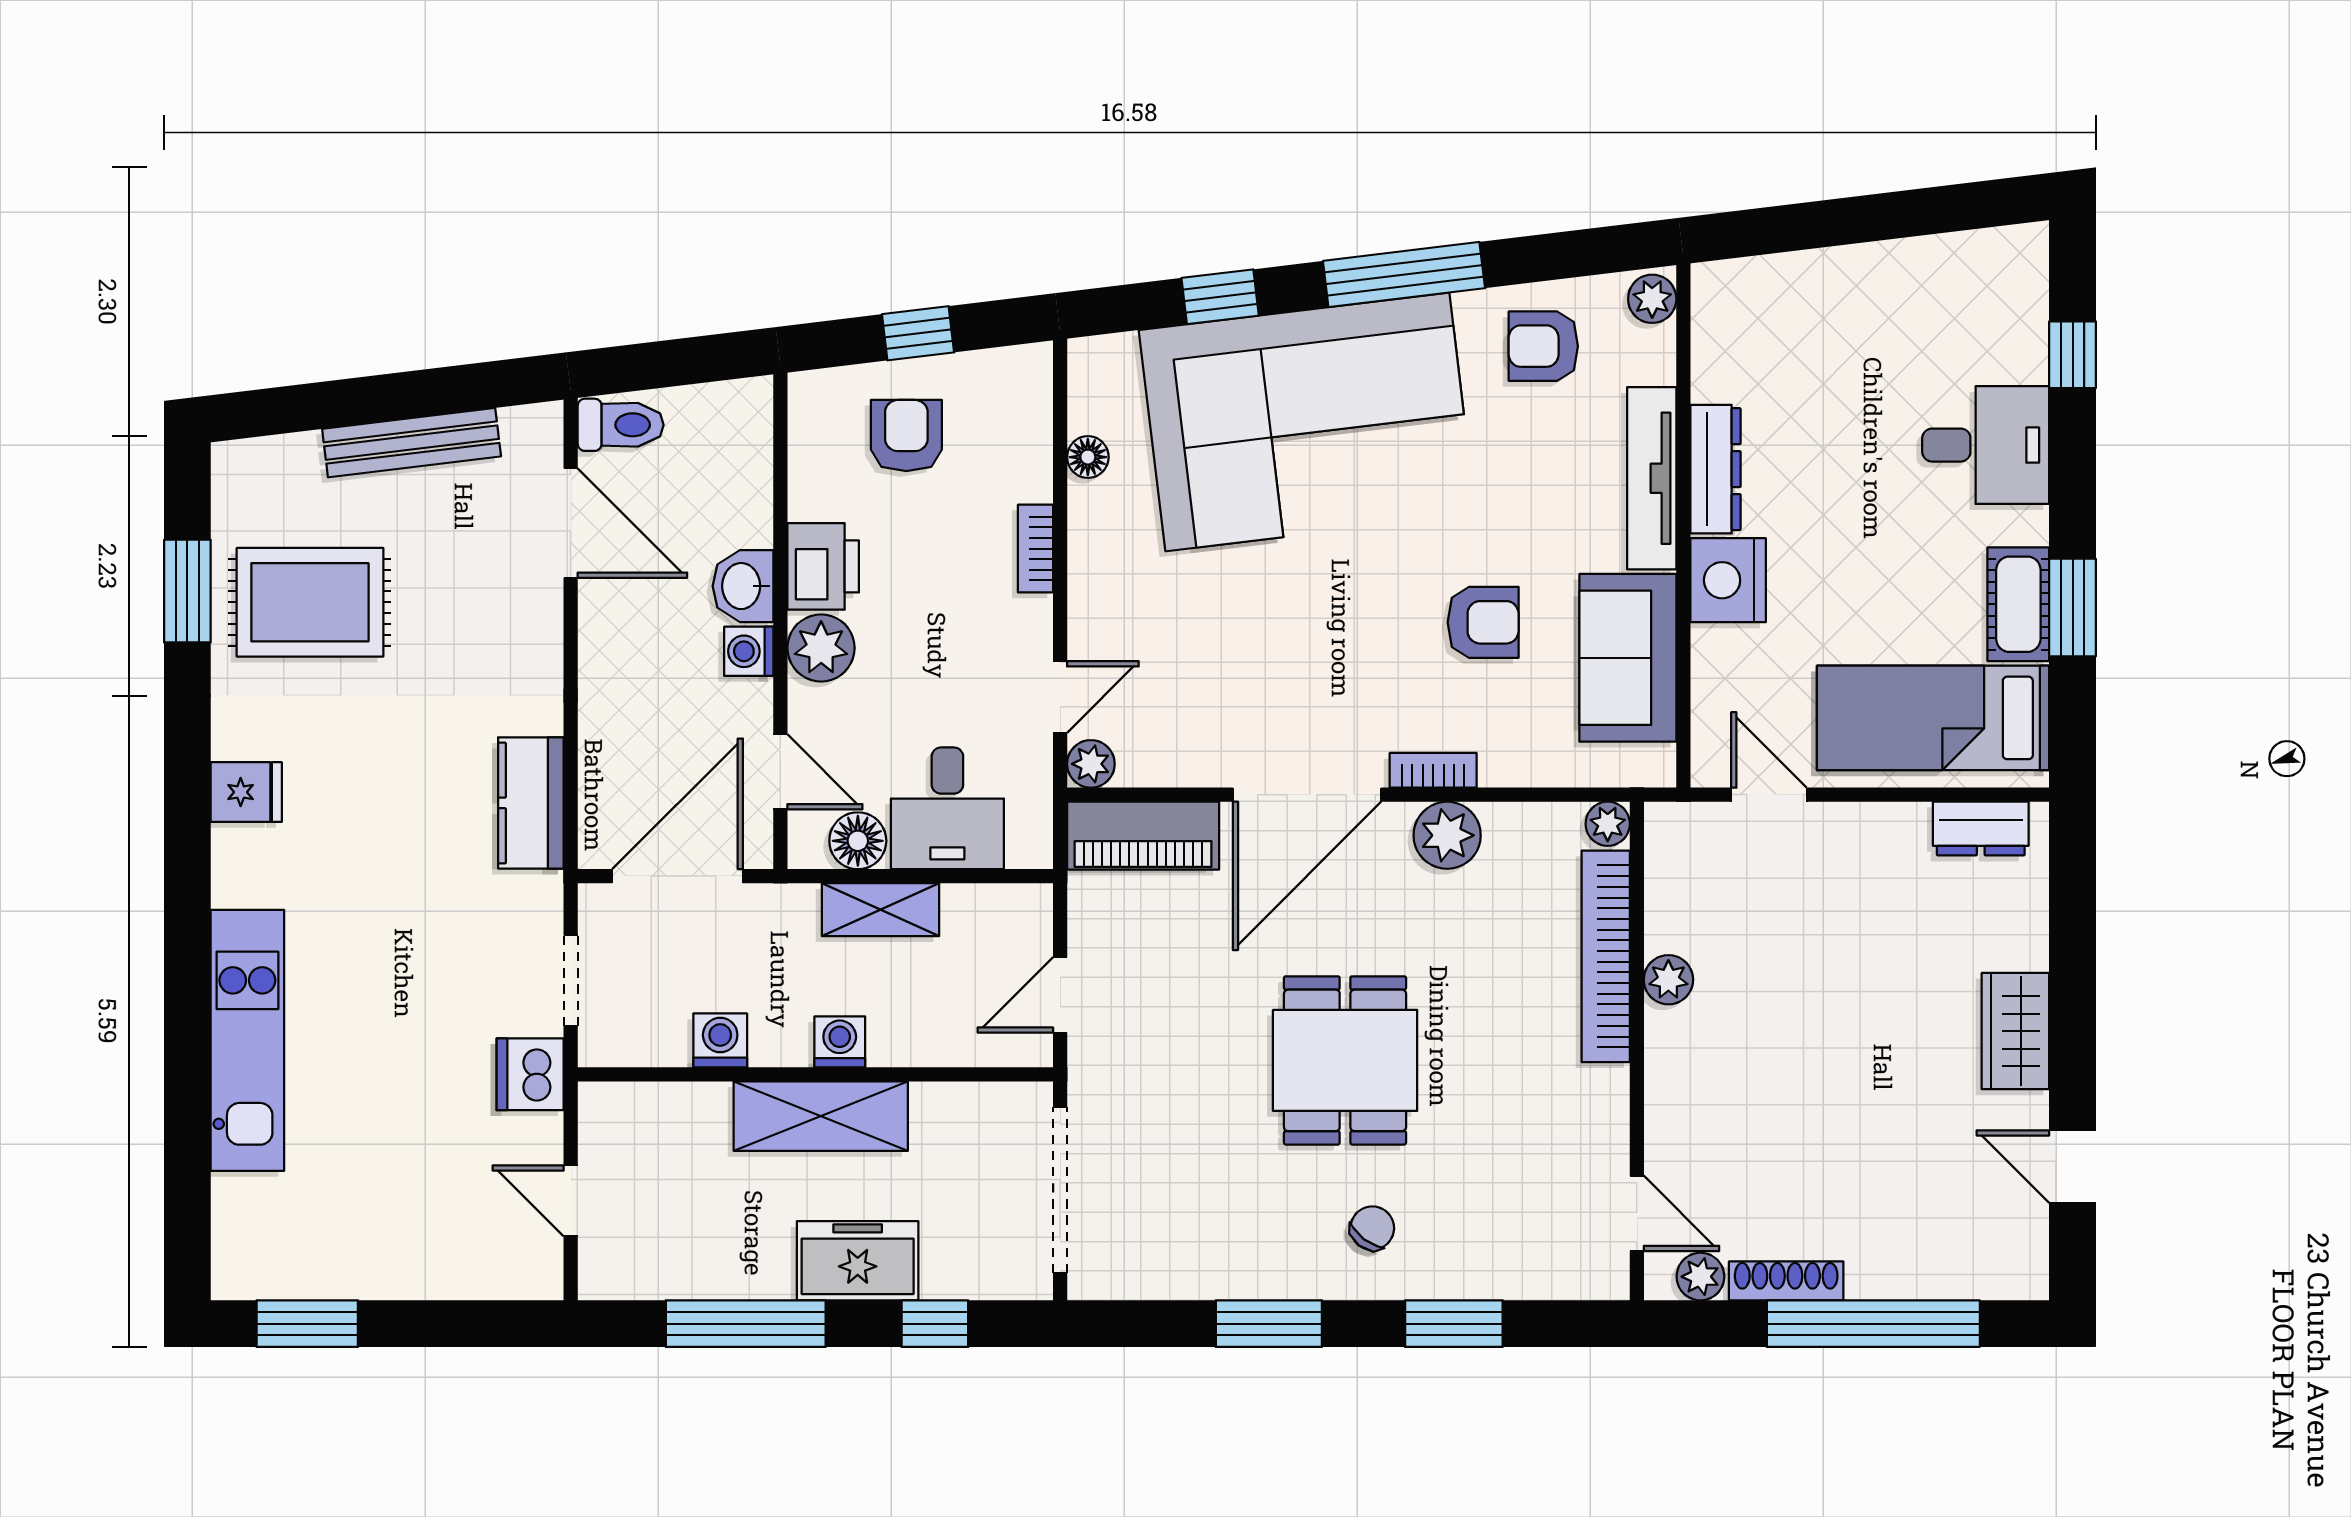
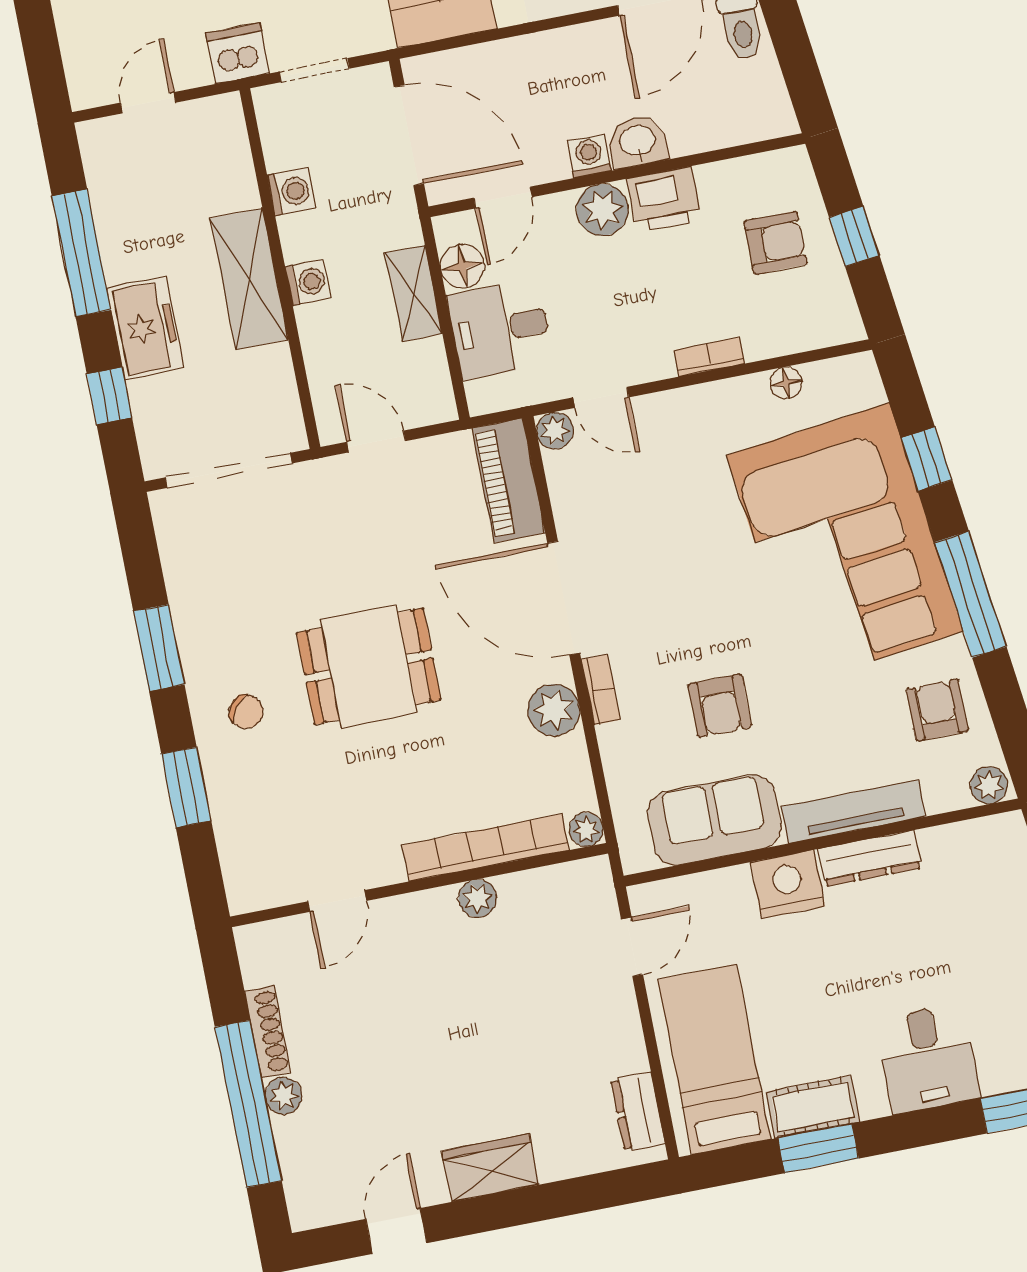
door: (1637, 1213) -> (337, 901), moved
plant: (1700, 1277) -> (284, 1096), moved

